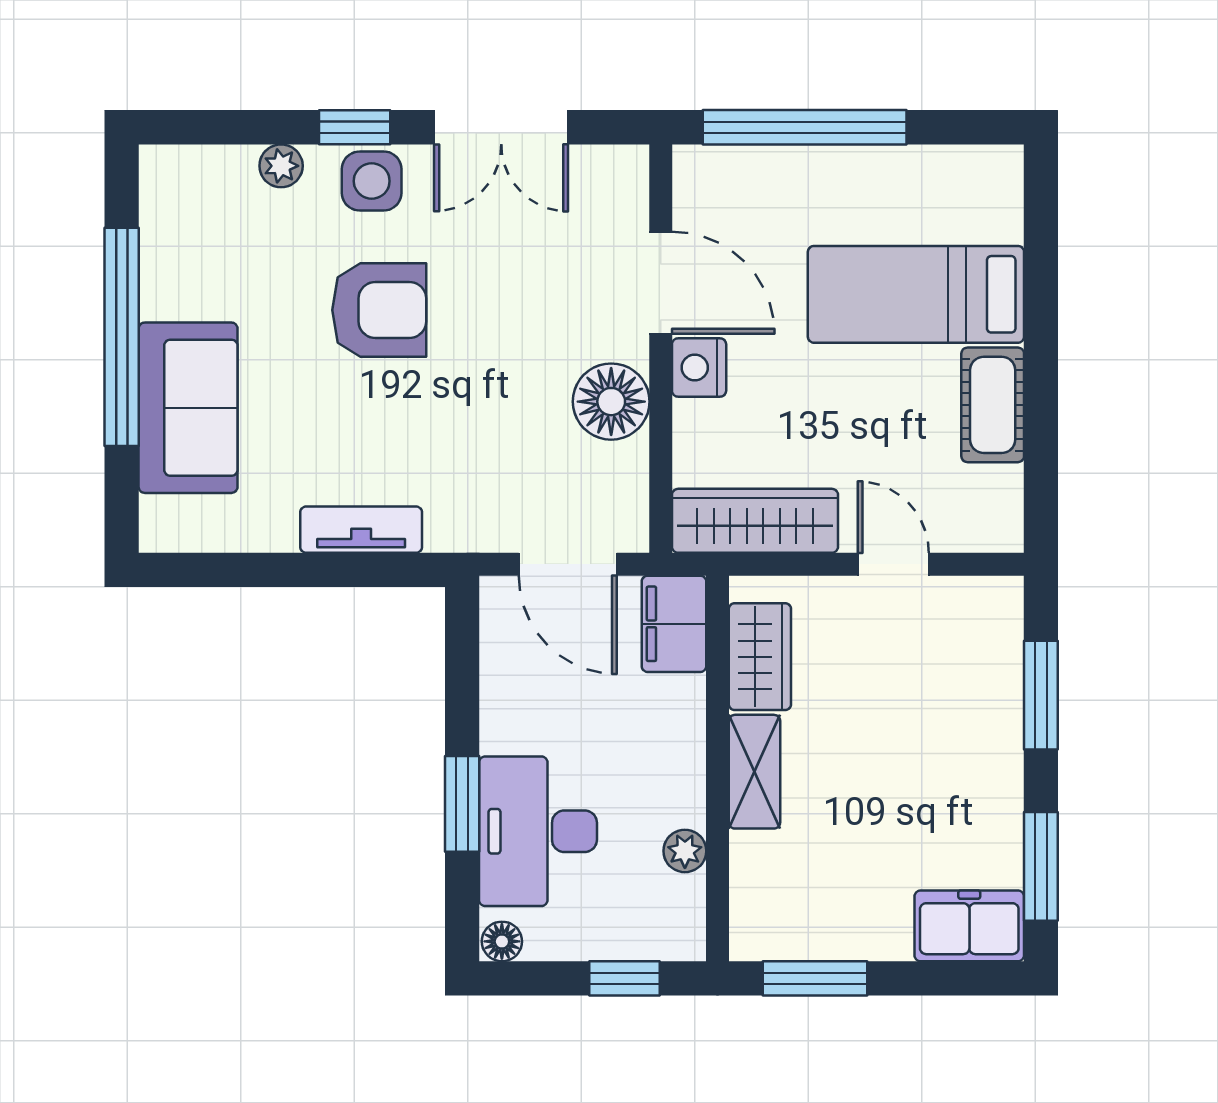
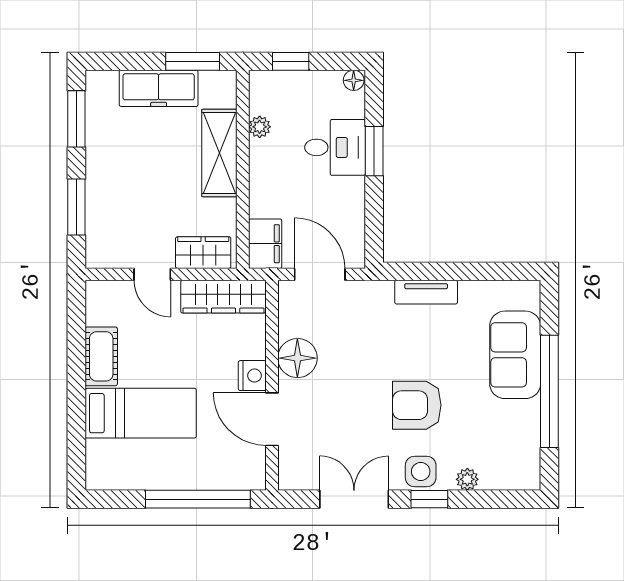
wardrobe: (760, 657) -> (203, 253), moved, turned 90
shelving: (754, 772) -> (219, 153), width x1.50, depth x1.33
desk: (538, 831) -> (335, 147), width x0.73
freezer: (969, 926) -> (159, 88), moved, width x1.40

